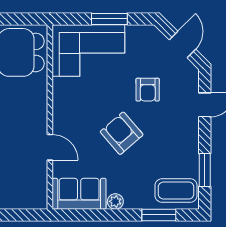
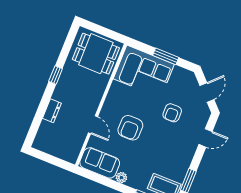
armchair: (122, 133) -> (130, 128), moved, turned -139

